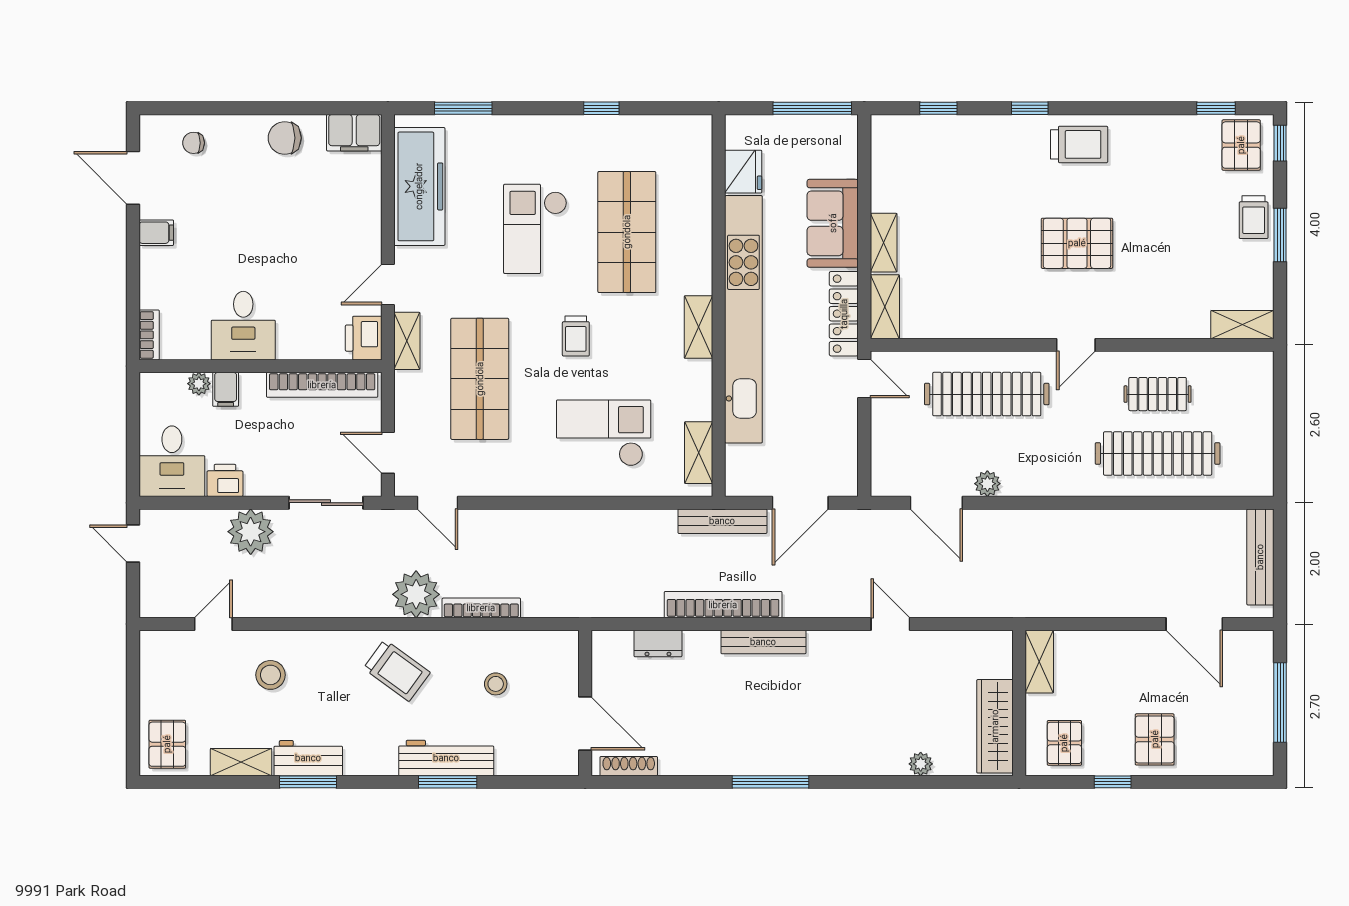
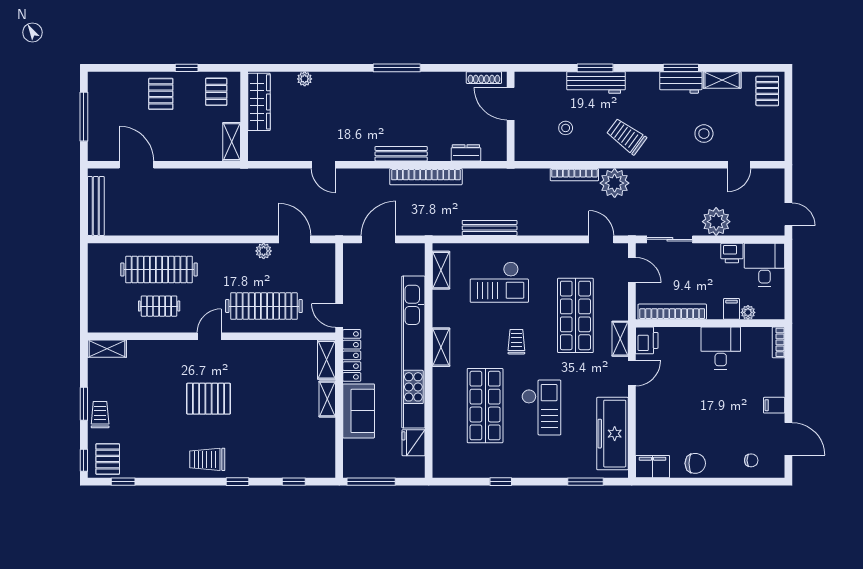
bench: (722, 521) -> (490, 228), moved

